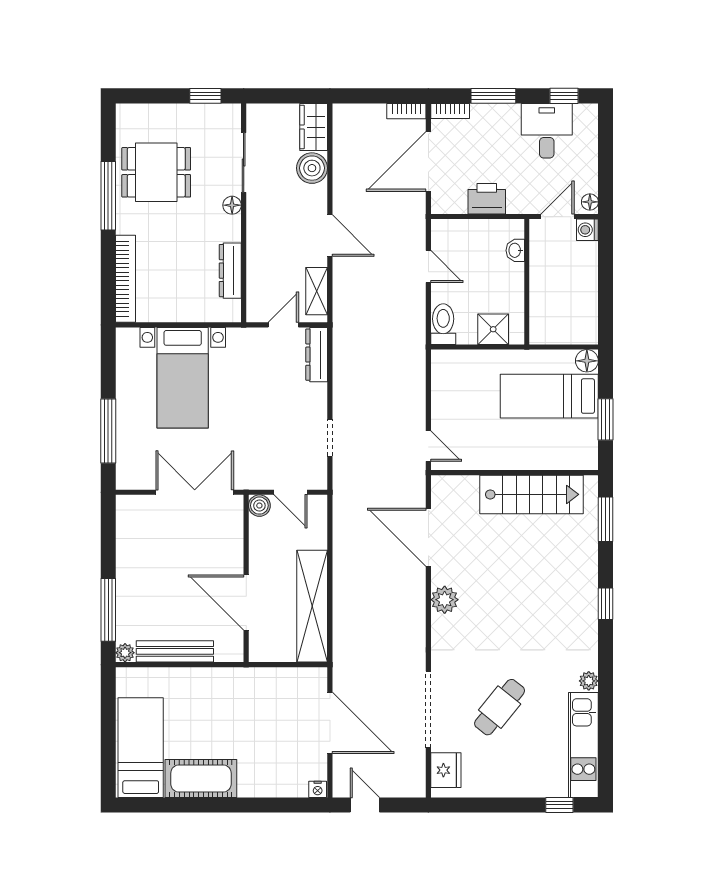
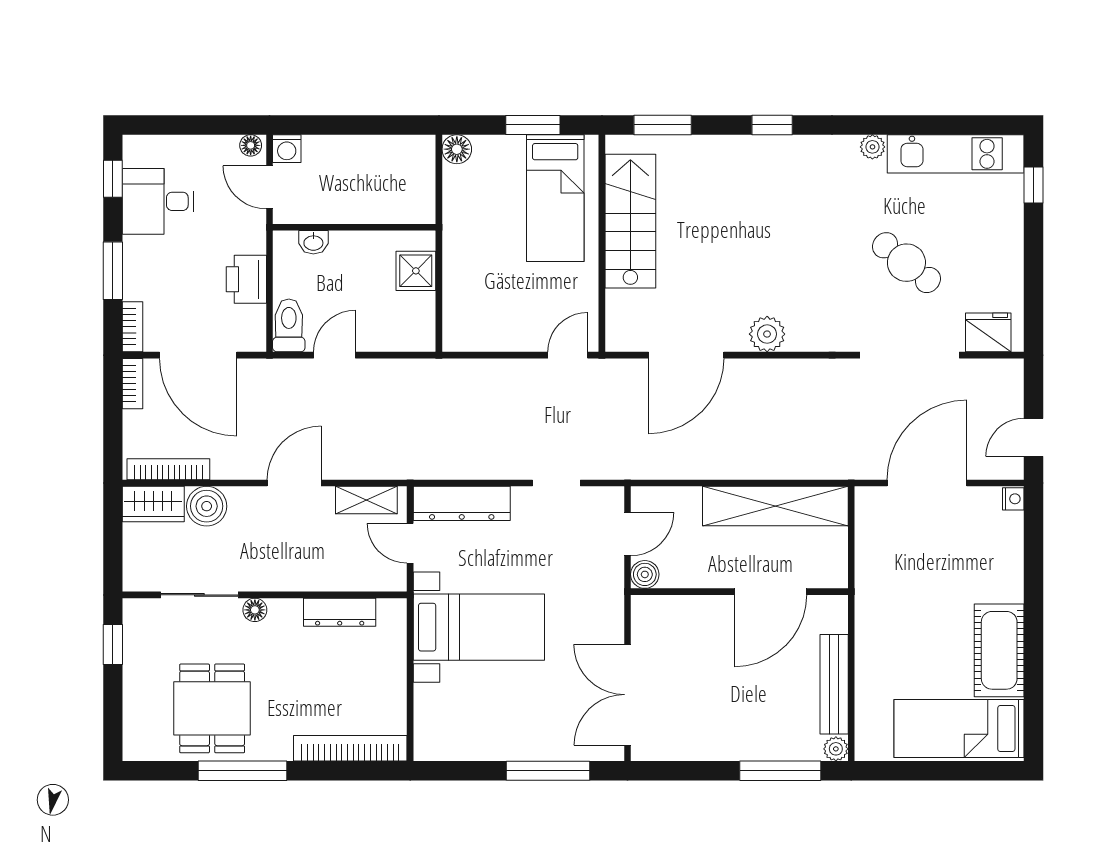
bookcase: (340, 139) -> (168, 469), added
toilet: (443, 324) -> (289, 325), moved, turned 90
dresser: (317, 355) -> (462, 503), width x1.37, depth x1.24
bed with nightstands: (183, 378) -> (479, 627), moved
bed: (549, 396) -> (555, 198), moved
double door: (195, 492) -> (628, 695), moved

